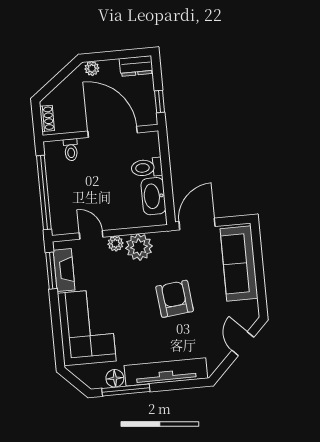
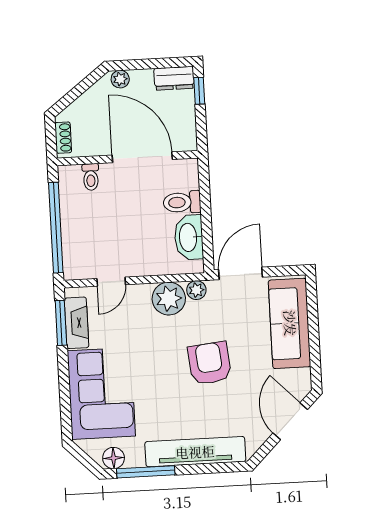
window: (160, 102) -> (199, 91), moved
door: (91, 235) -> (111, 282), swing flipped
plant: (116, 244) -> (196, 290), moved
door: (243, 344) -> (290, 421), width x1.38
floor lamp: (115, 378) -> (114, 458), moved

